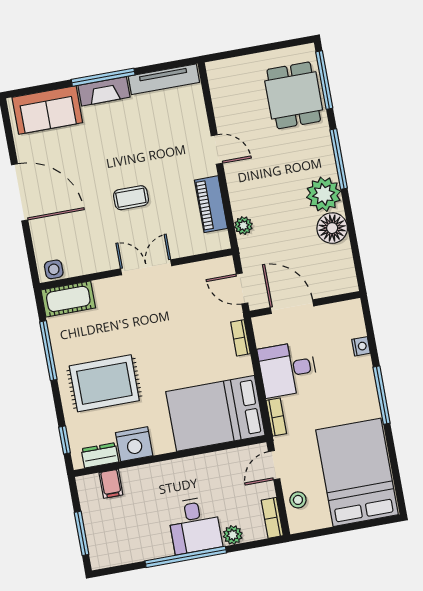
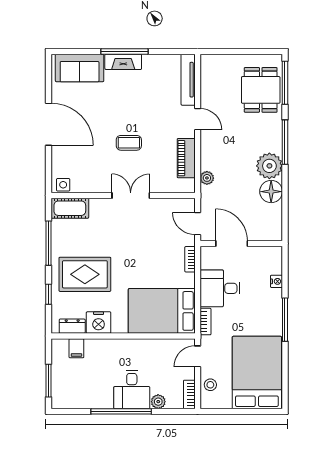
tv unit: (164, 79) -> (188, 80), moved, turned 90
window: (65, 440) -> (48, 294), moved

